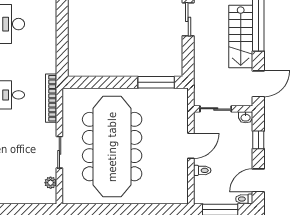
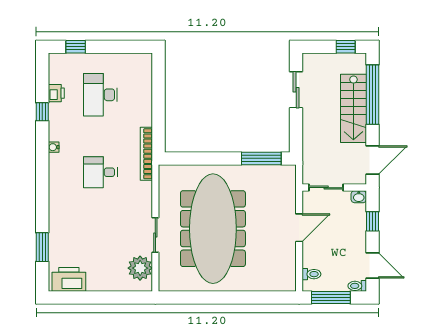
bookcase: (51, 98) -> (146, 154), moved
toilet: (202, 170) -> (311, 274), moved
door: (258, 180) -> (373, 265), swing flipped
plant: (51, 183) -> (140, 268), width x1.88, depth x1.88

